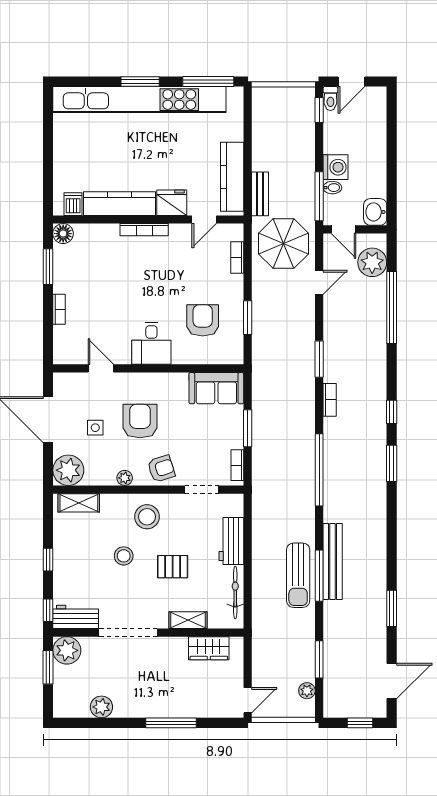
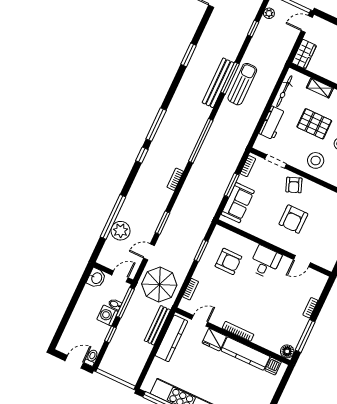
window: (319, 110) -> (111, 334), moved
bench: (260, 194) -> (157, 325), width x1.36
door: (344, 229) -> (120, 276), hinge flipped
plant: (372, 262) -> (121, 231), moved
window: (48, 267) -> (305, 336), width x1.44
armchair: (203, 320) -> (228, 261), turned -90
window: (319, 359) -> (163, 223), moved
door: (101, 368) -> (302, 261), hinge flipped
sofa: (216, 388) -> (238, 203), moved, turned 90
side table: (95, 428) -> (322, 228), removed
window: (392, 463) -> (156, 125), width x1.44
armchair: (161, 469) -> (294, 185), turned -93
plant: (125, 478) -> (318, 190), removed
pallet: (173, 567) -> (314, 124), width x1.50, depth x1.42
window: (392, 608) -> (189, 55), moved
wardrobe: (209, 648) -> (304, 54), moved, turned 90
window: (319, 659) -> (253, 29), width x0.67

